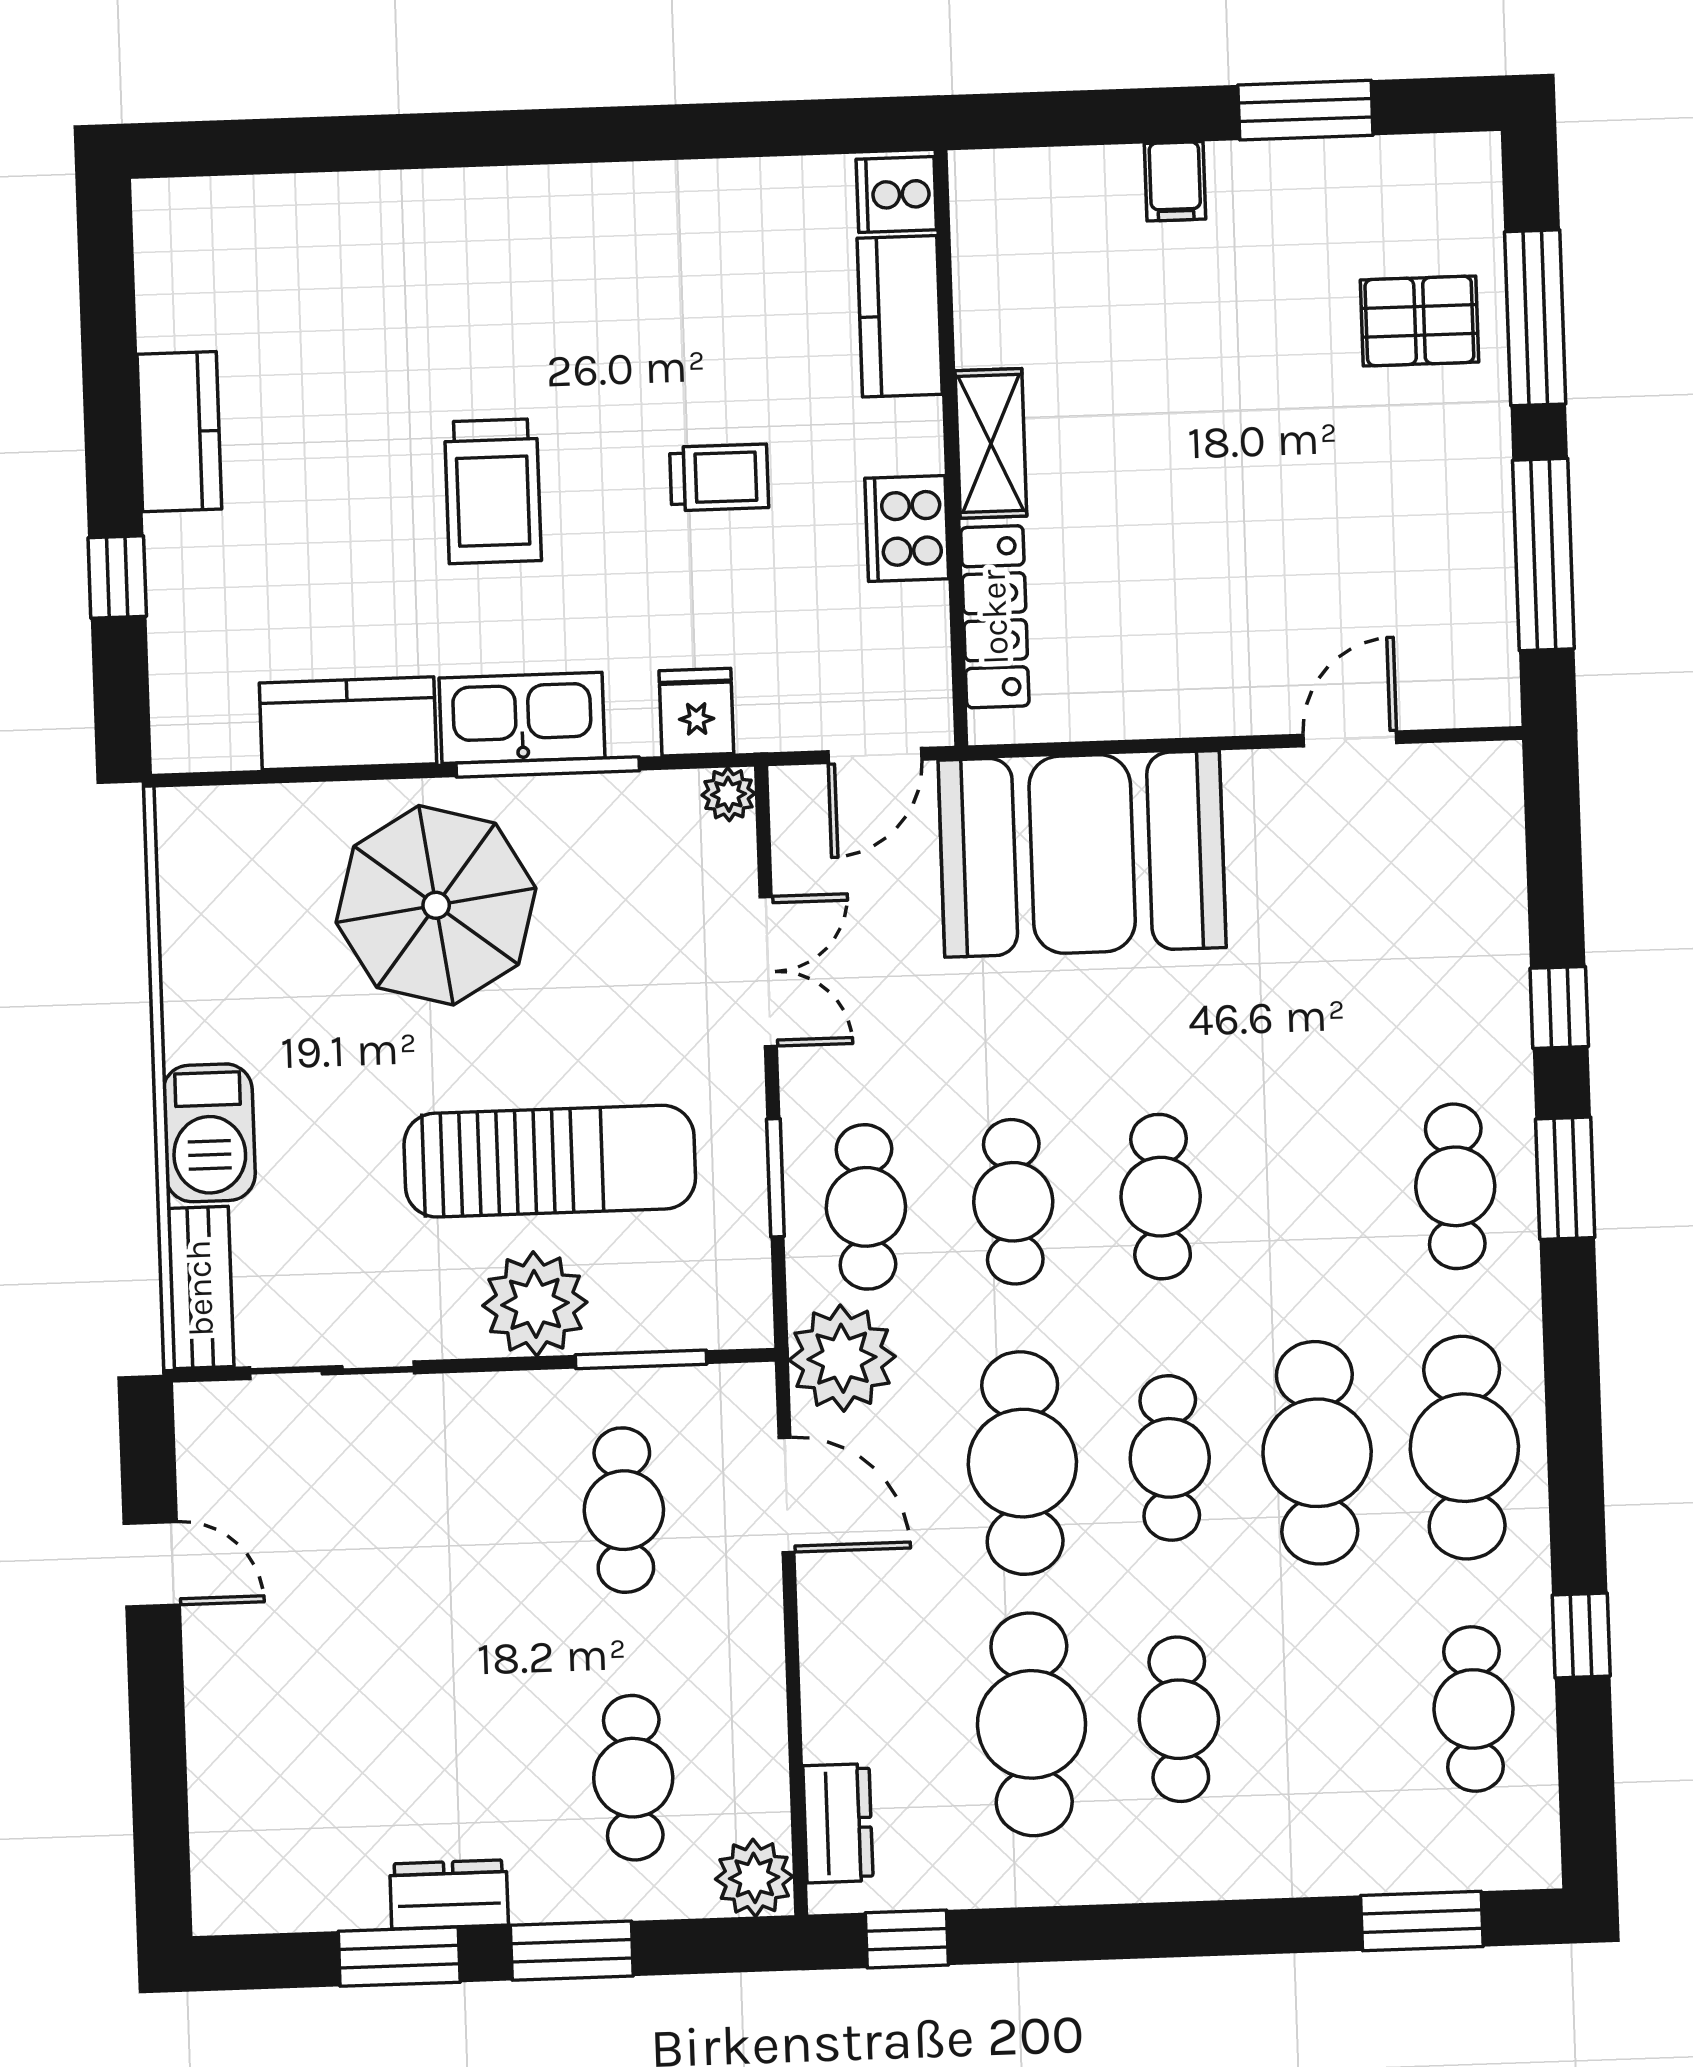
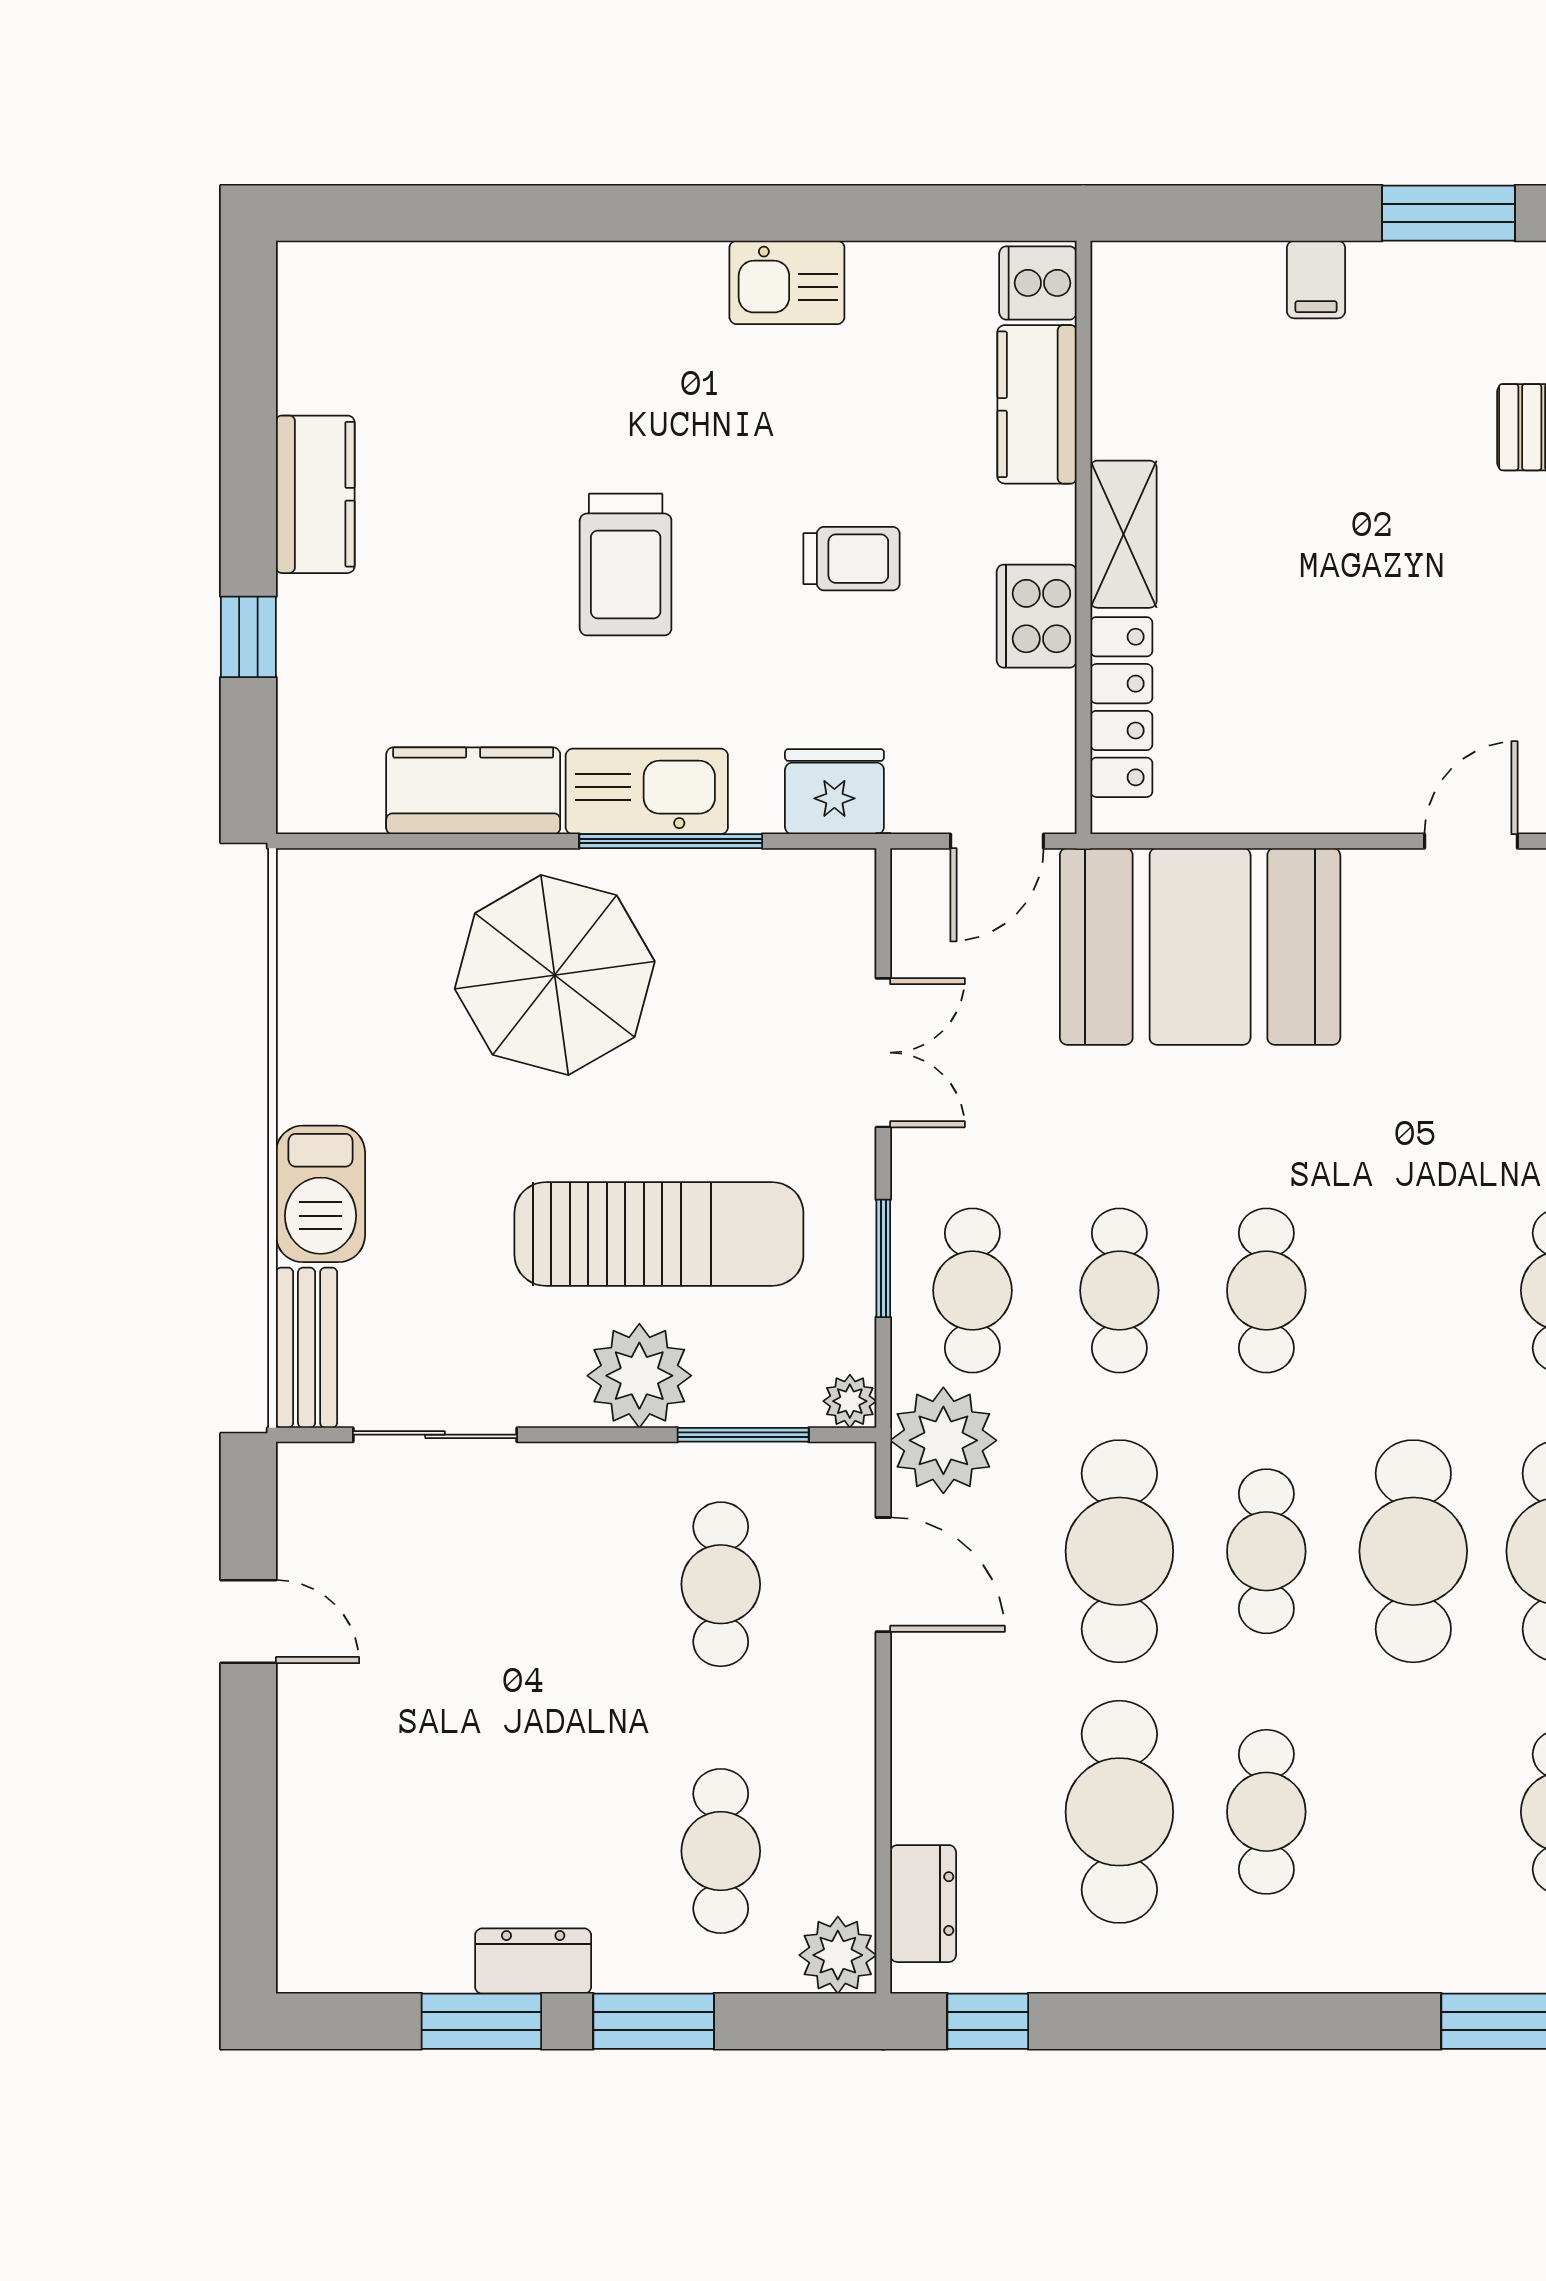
kitchen sink: (645, 203) -> (787, 282), added
fridge: (696, 712) -> (834, 792), width x1.38
plant: (728, 794) -> (850, 1401), moved

